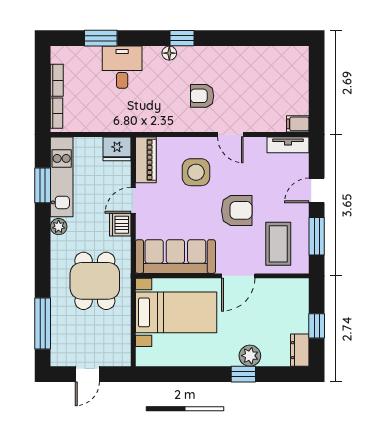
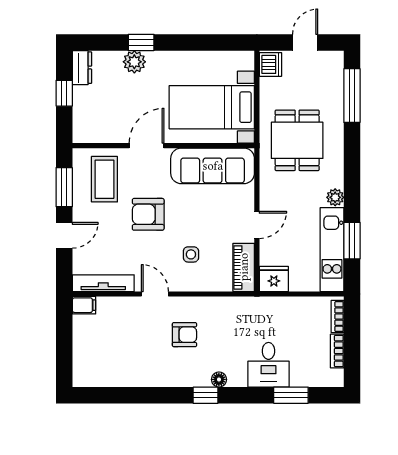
tv unit: (288, 145) -> (103, 283), width x1.41
side table: (196, 172) -> (191, 254), width x0.54, depth x0.54
dishwasher: (120, 225) -> (270, 64), moved

